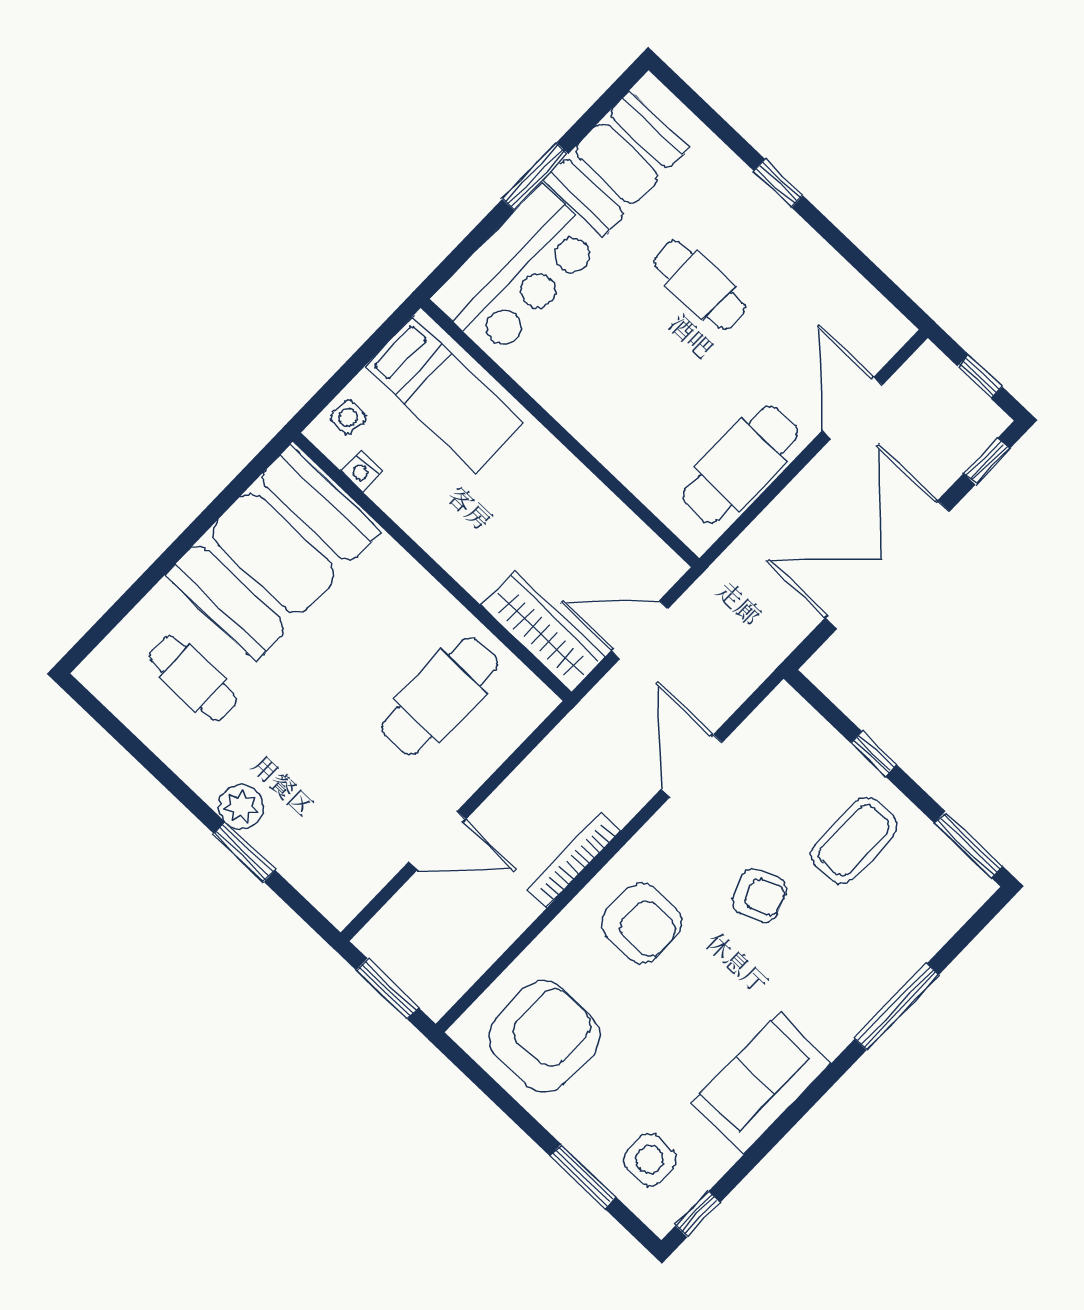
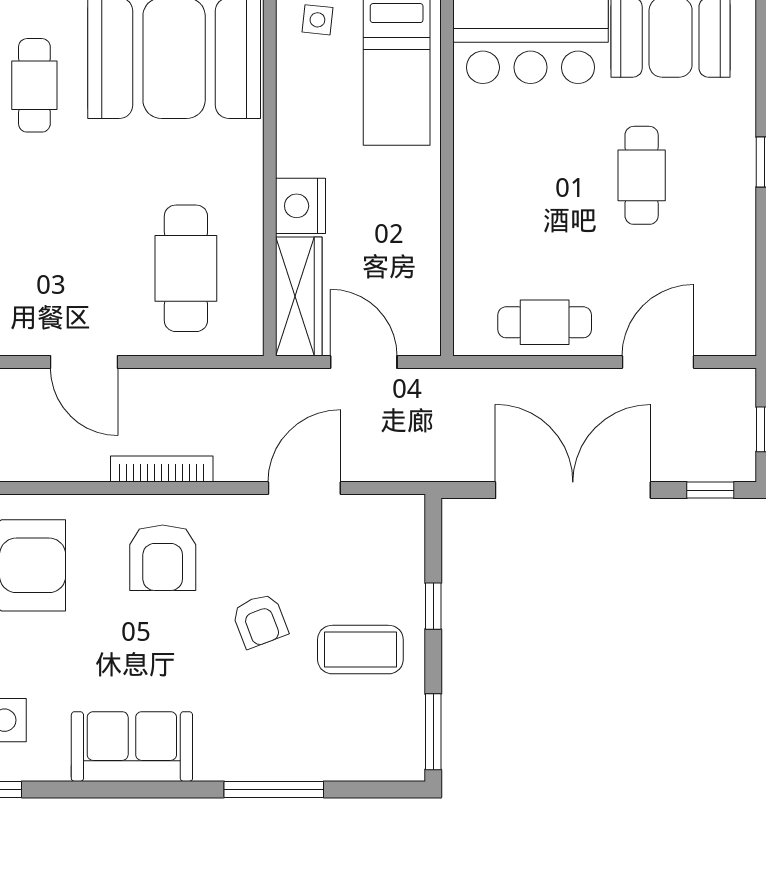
cafe table: (740, 465) -> (545, 322), width x0.73, depth x0.74
nightstand: (362, 471) -> (301, 206), moved, width x1.89, depth x1.79
cafe table: (440, 696) -> (186, 268), turned 90

